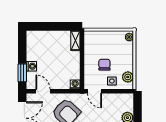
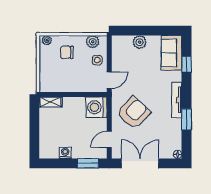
chair: (104, 65) -> (67, 52), moved
washing machine: (31, 66) -> (65, 153), moved
washing machine: (75, 84) -> (96, 107), width x1.89, depth x1.89

